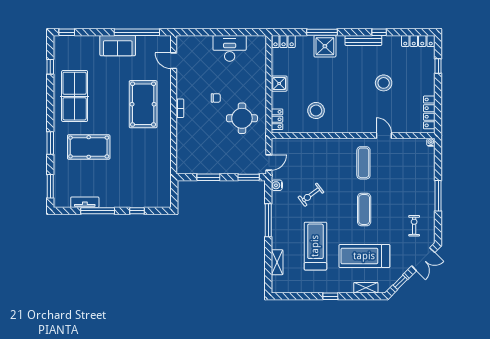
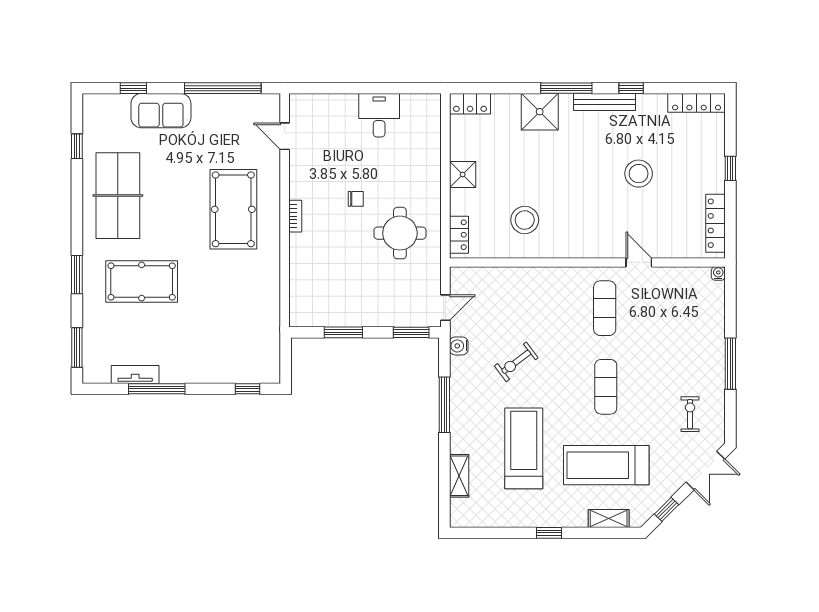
window: (67, 32) -> (133, 88), moved
window: (322, 32) -> (566, 88), moved
sofa: (118, 46) -> (161, 111), moved
desk: (230, 48) -> (379, 115), width x0.73
window: (438, 66) -> (730, 168), moved
window: (137, 211) -> (248, 389), moved

